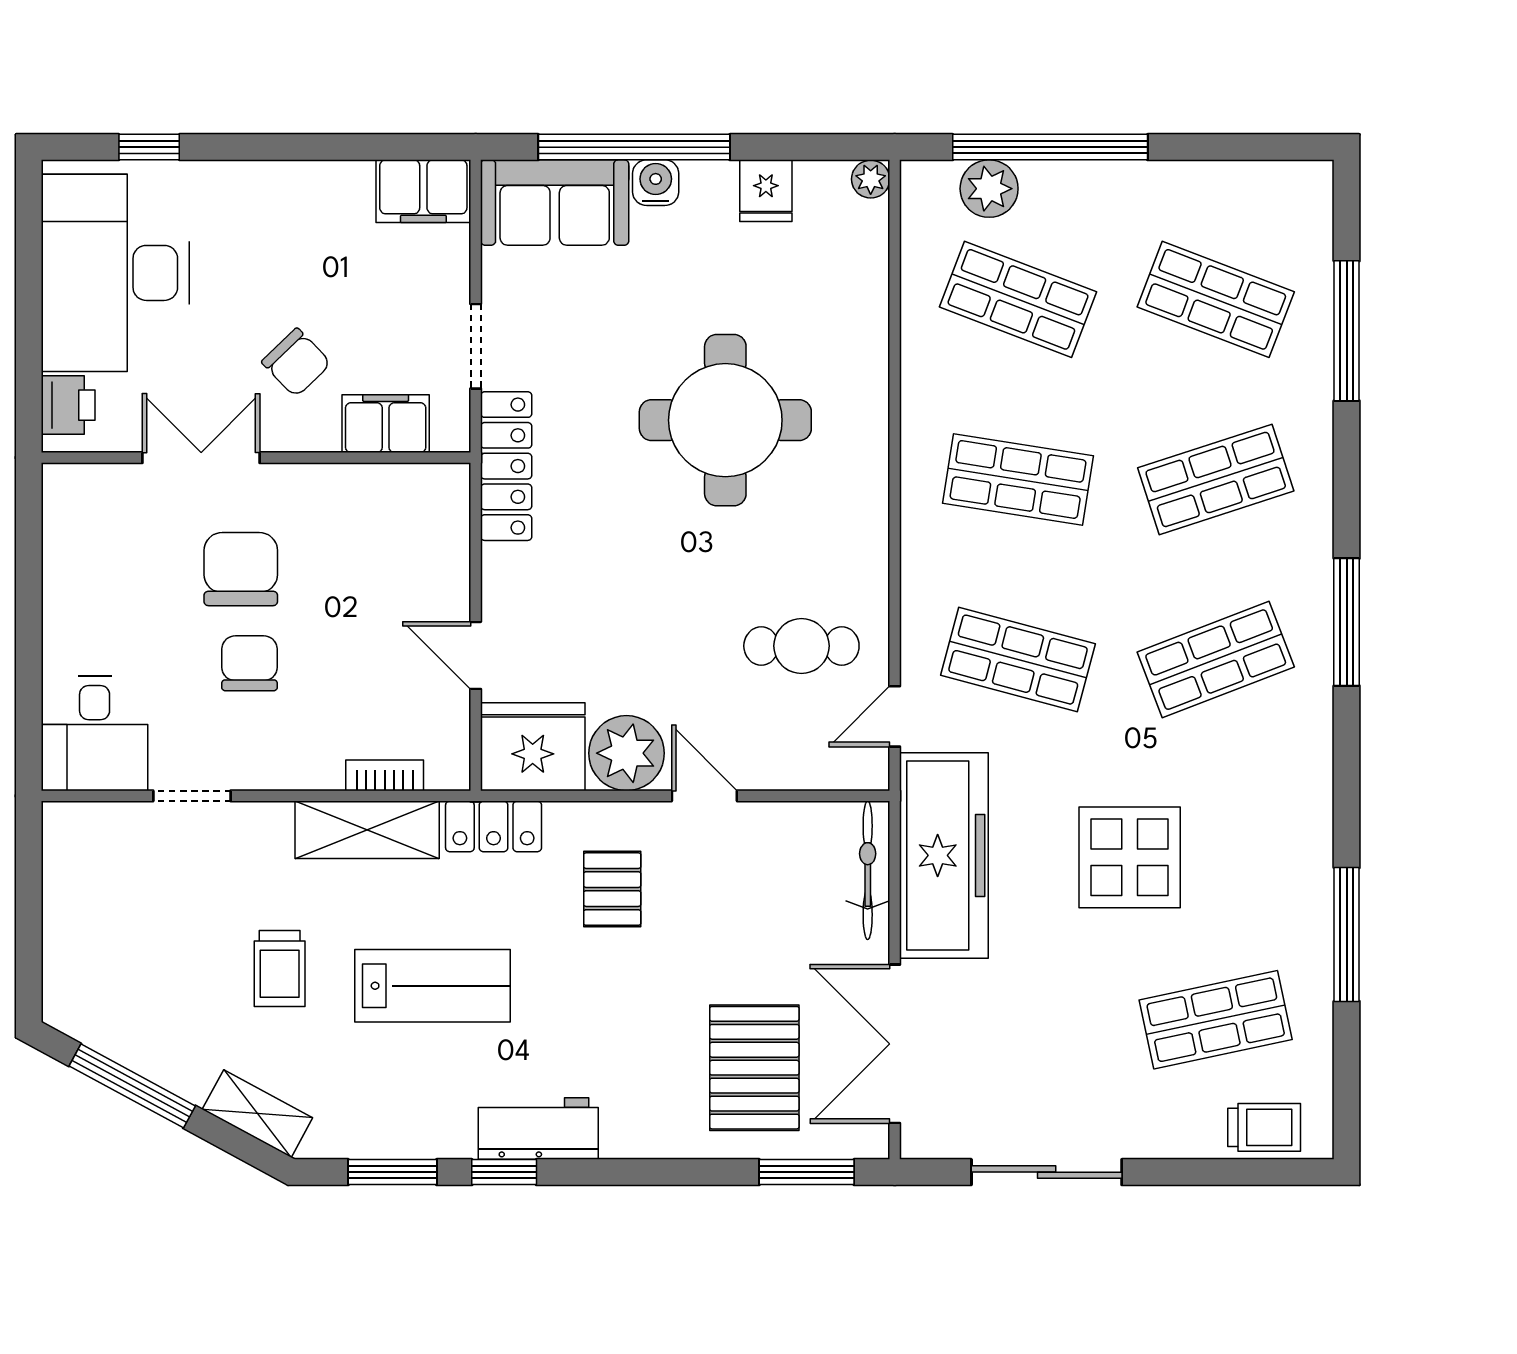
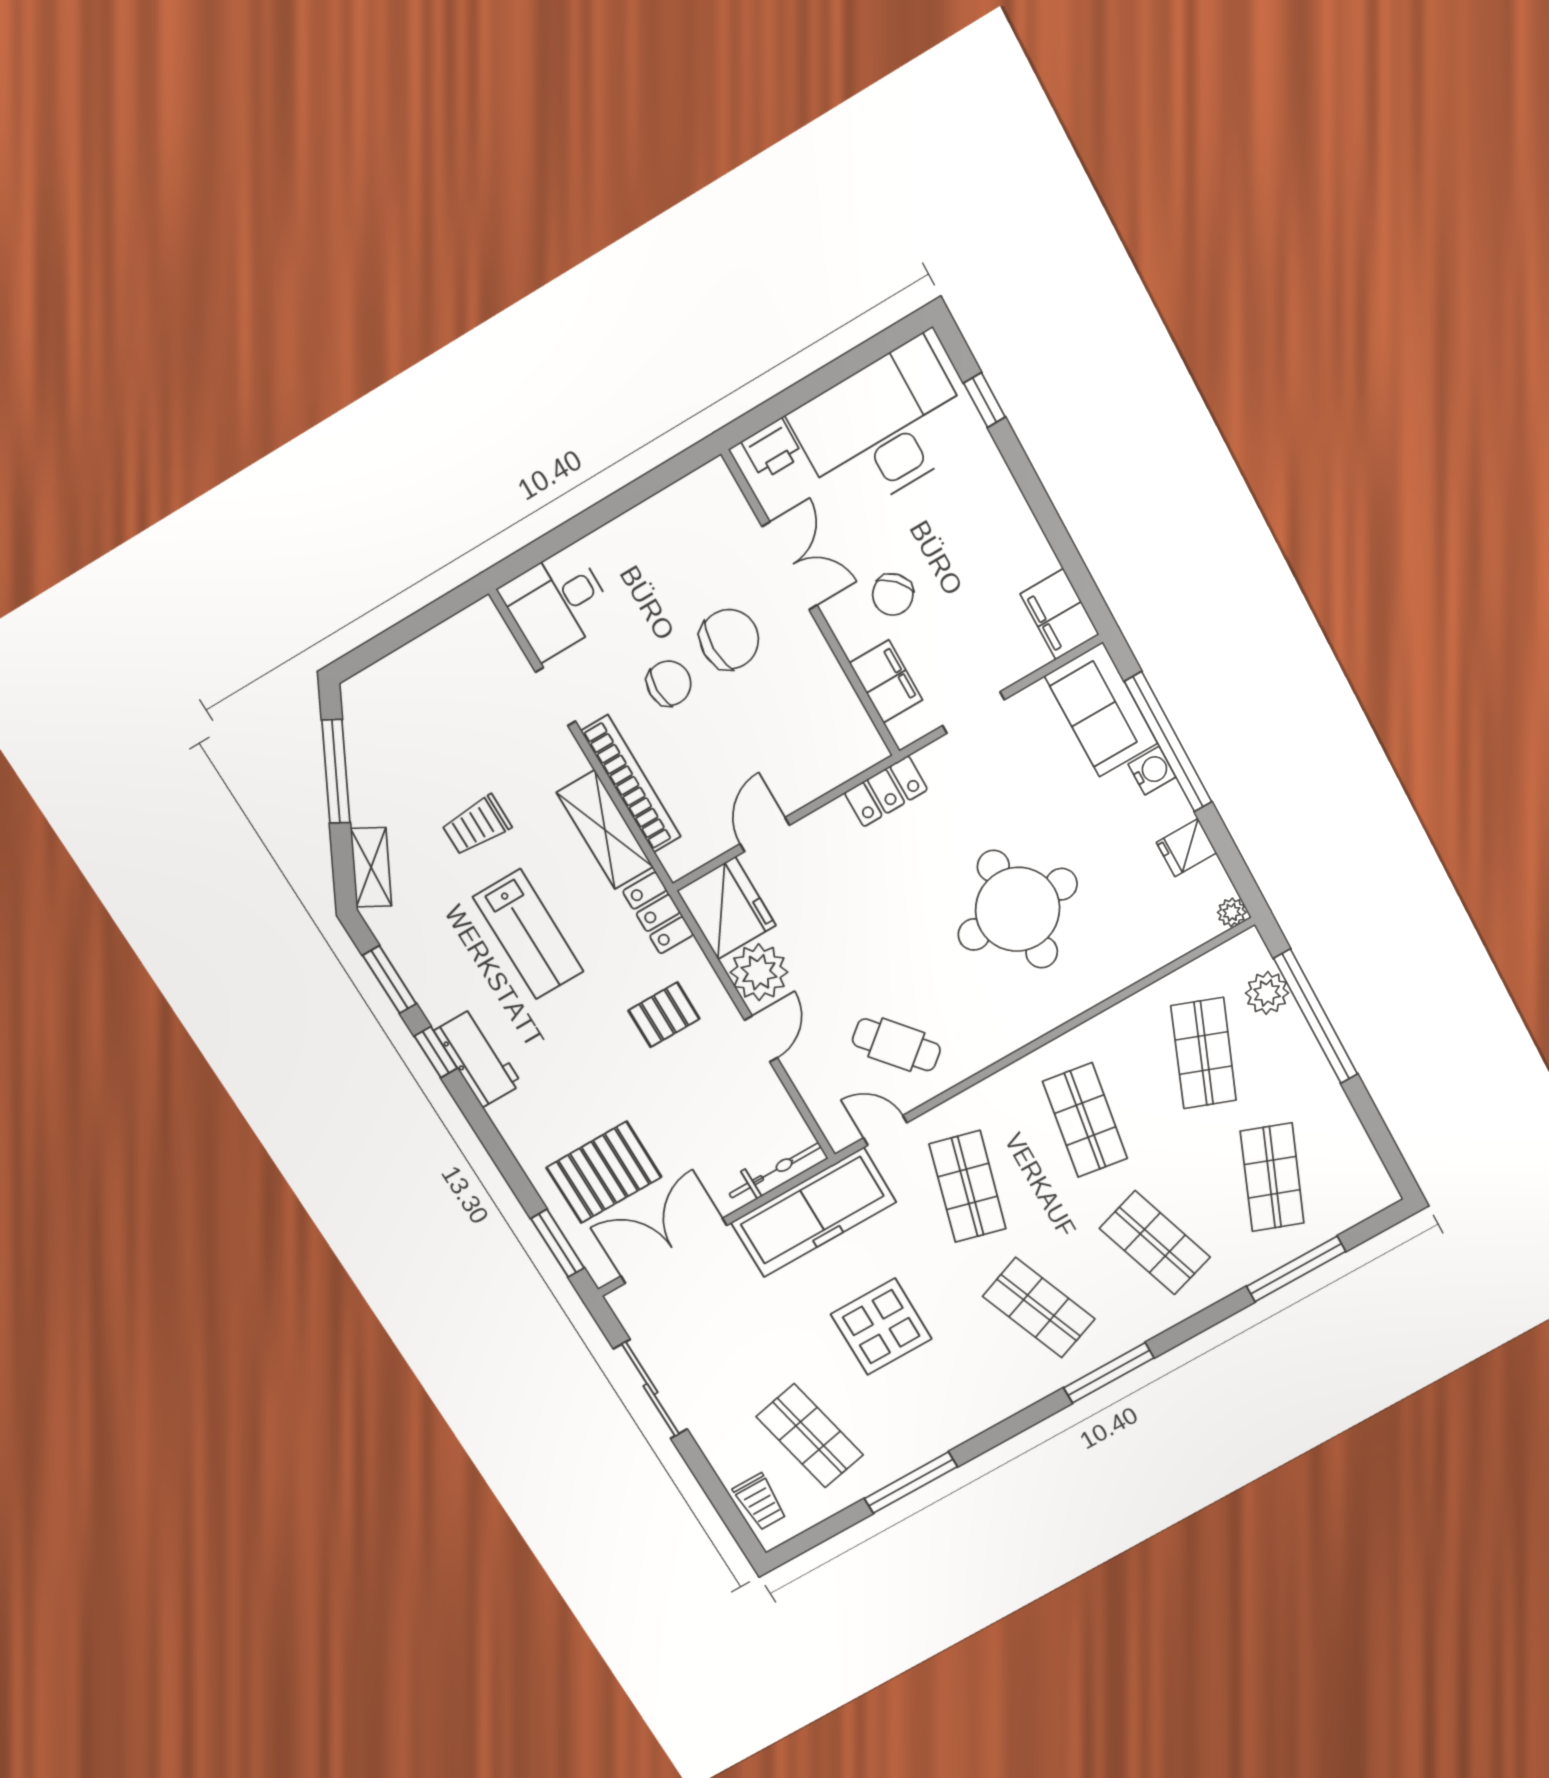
locker: (506, 466) -> (886, 791), width x0.66
cafe table: (801, 646) -> (896, 1045), turned -40
bookcase: (385, 775) -> (631, 784), width x2.31, depth x1.31

